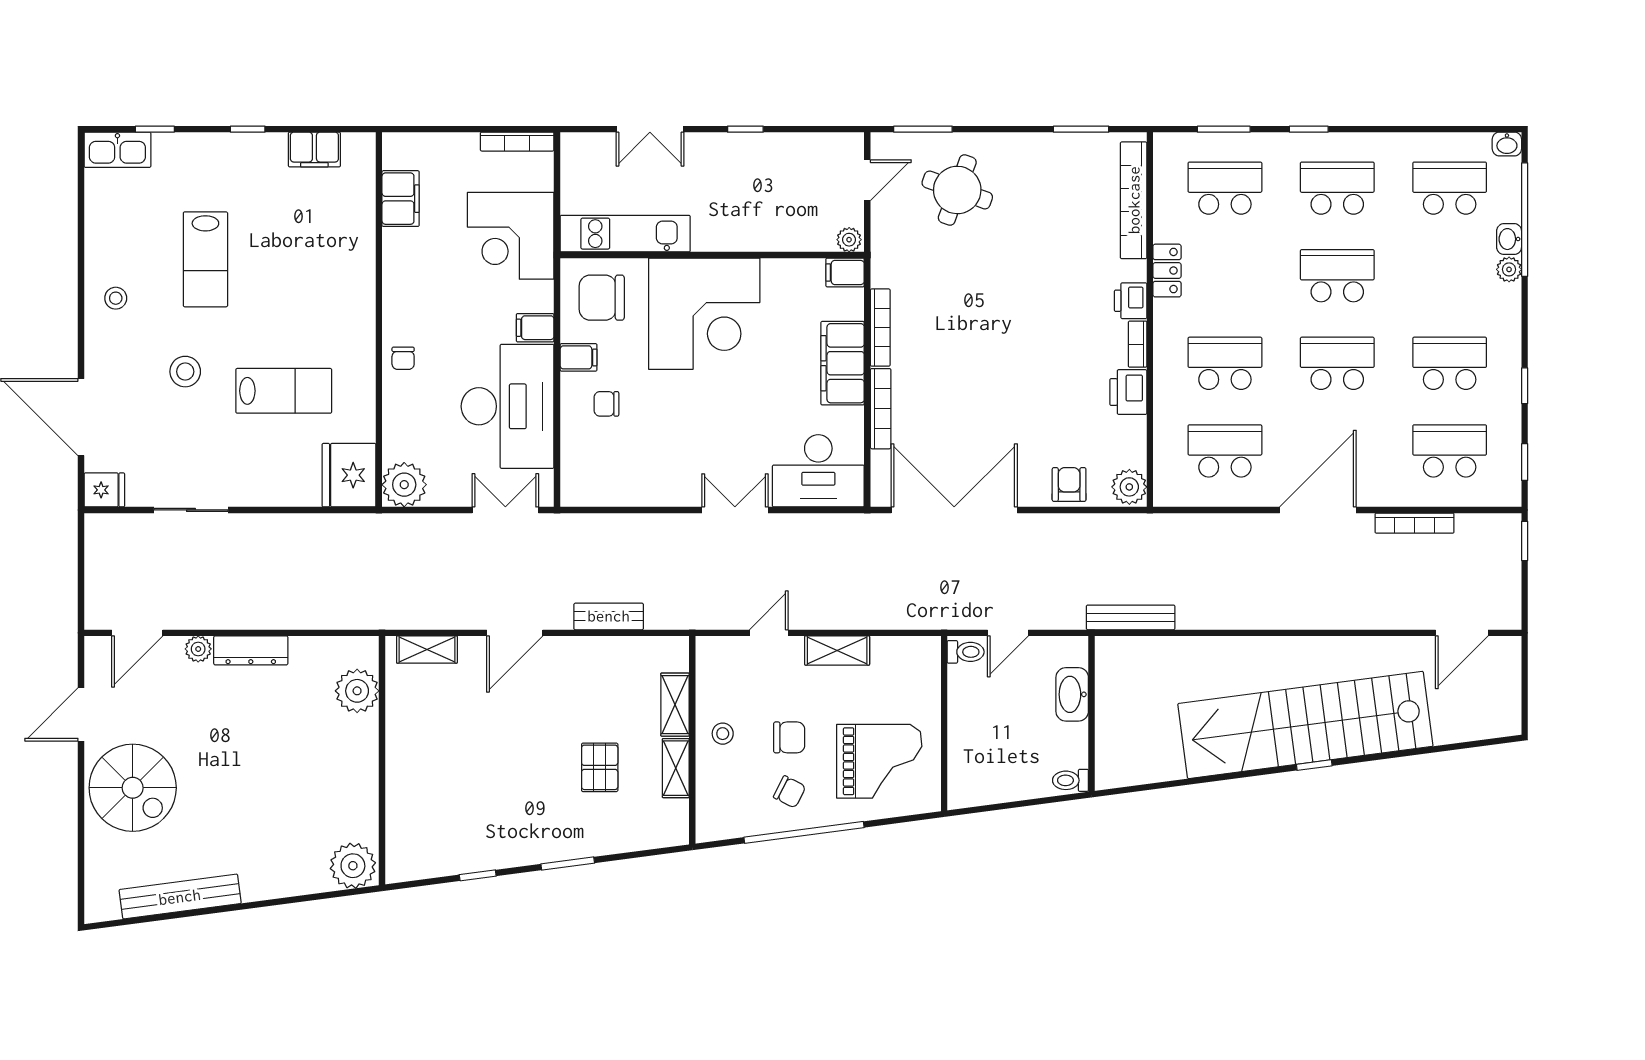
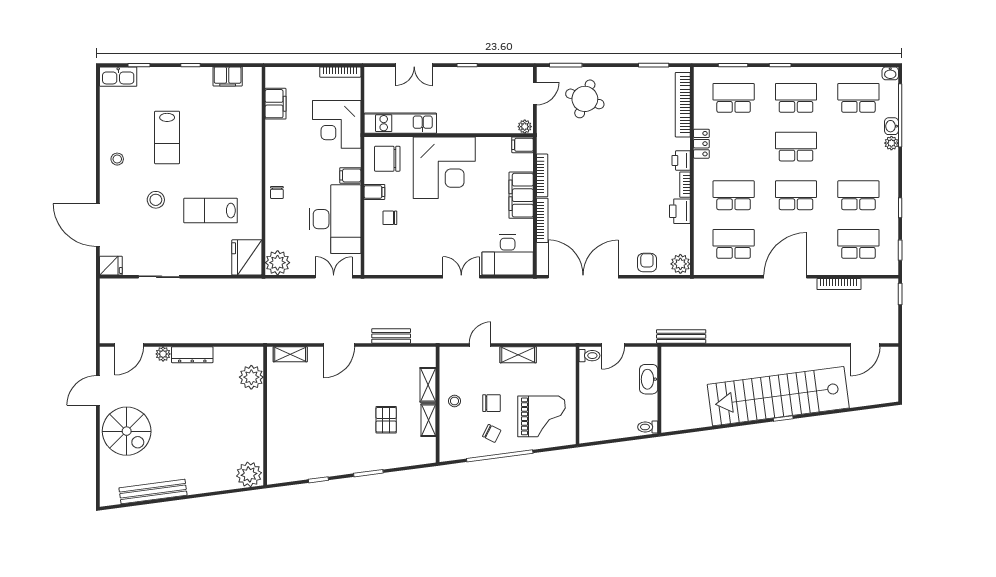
lab bench: (284, 391) -> (211, 211), turned 180

